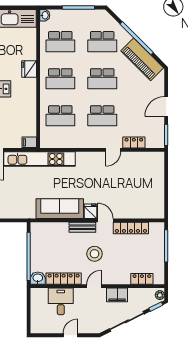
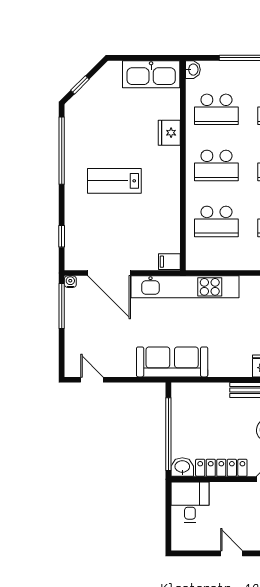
fridge: (29, 69) -> (169, 133), moved
sofa: (60, 209) -> (172, 362), moved
desk: (61, 301) -> (190, 502), moved
door: (70, 335) -> (231, 553), hinge flipped

